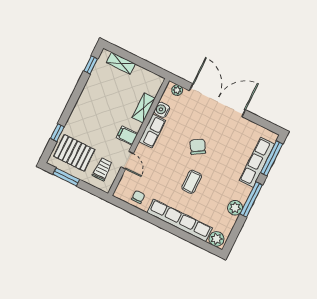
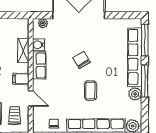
row of seats: (257, 162) -> (135, 57), width x1.36

